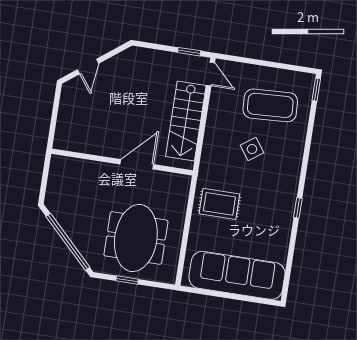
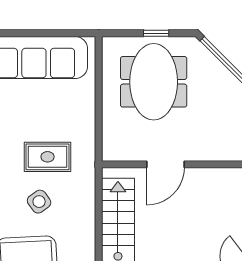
rug: (219, 204) -> (48, 157), moved

